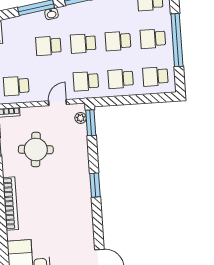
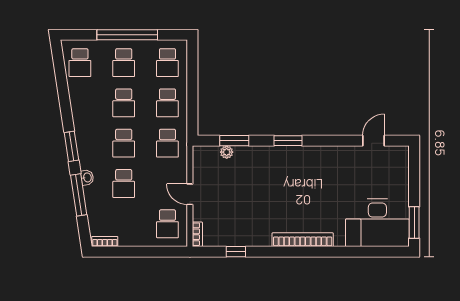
door: (57, 103) -> (190, 194), moved
plant: (81, 118) -> (227, 152), moved
window: (91, 123) -> (234, 141), moved
round table: (36, 150) -> (242, 206), removed

